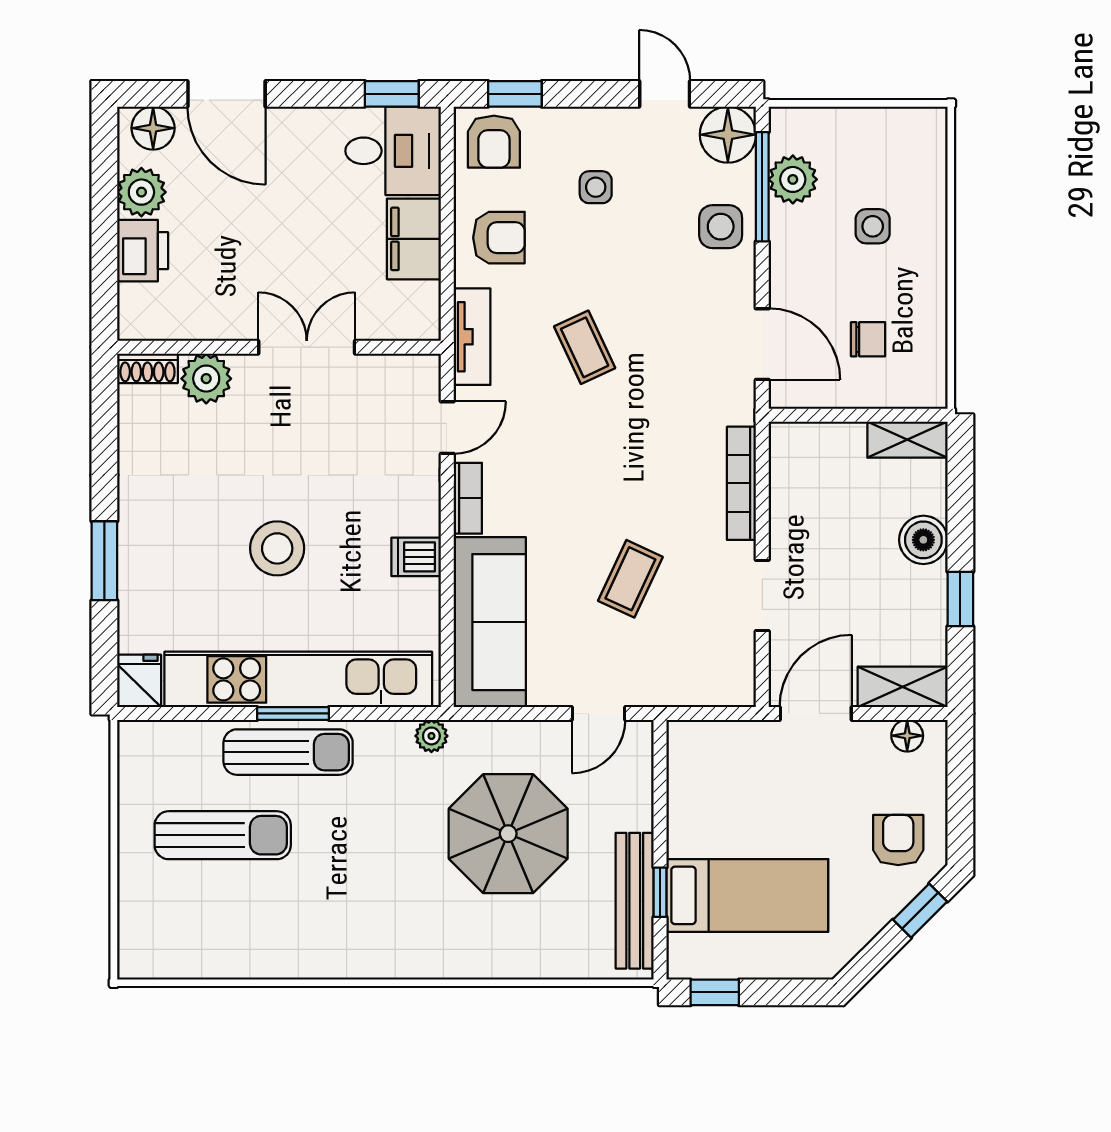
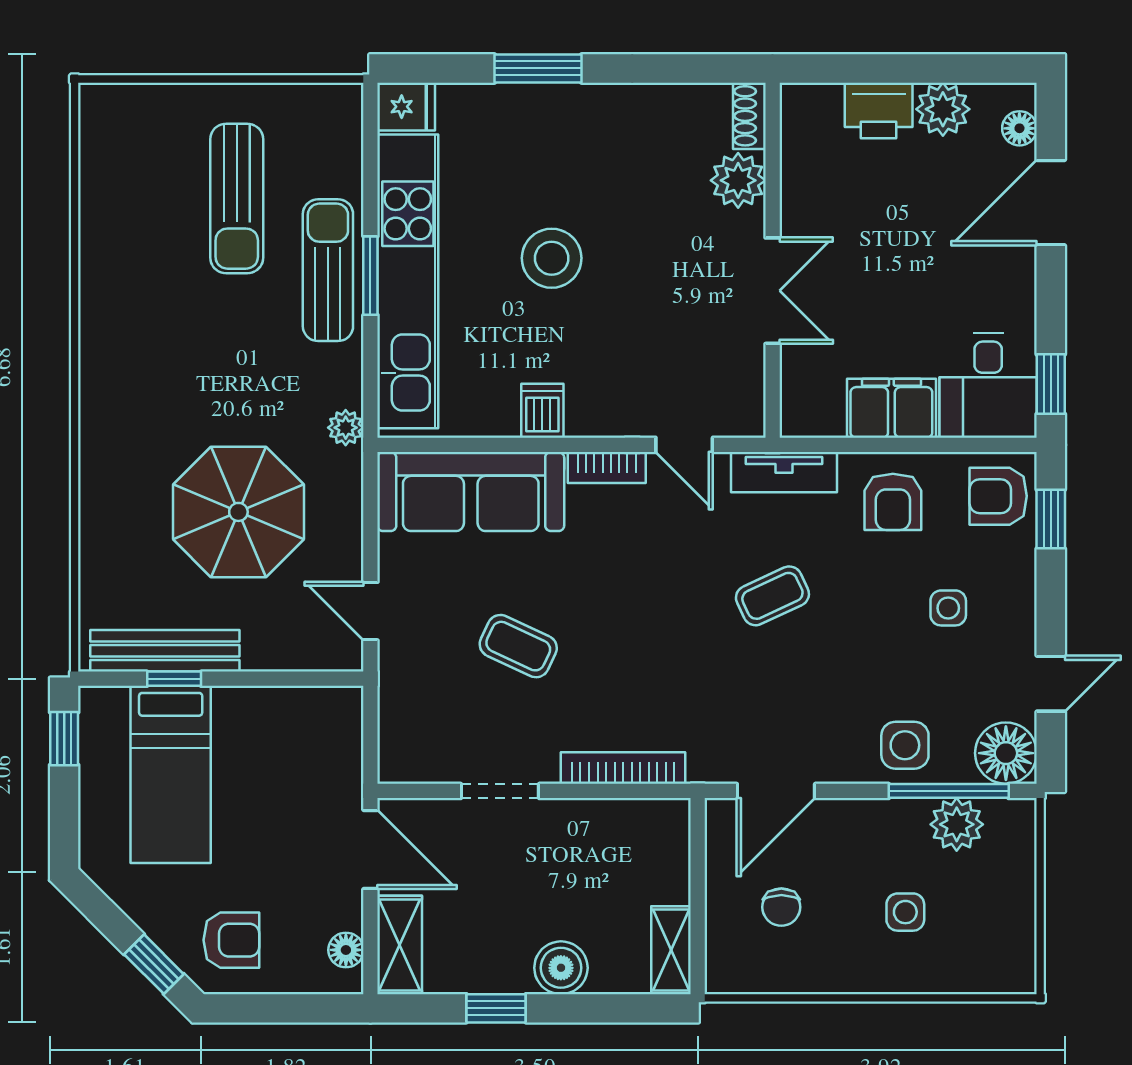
floor lamp: (153, 128) -> (1019, 128), width x0.73, depth x0.73
sun lounger: (288, 752) -> (328, 270), turned 180

